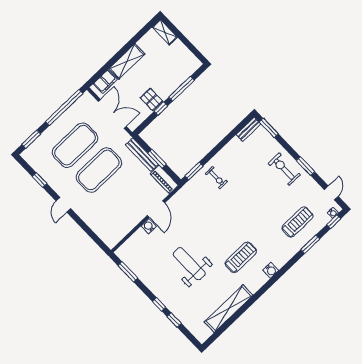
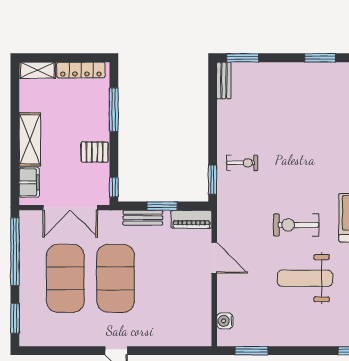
locker: (186, 54) -> (81, 70), added
window: (161, 109) -> (114, 187), moved
double door: (112, 114) -> (70, 208), swing flipped
bench: (142, 155) -> (143, 218), width x0.73
exercise bike: (284, 169) -> (296, 225), moved
window: (40, 180) -> (66, 351), removed
water cooler: (149, 226) -> (225, 321), moved
window: (159, 304) -> (317, 351), removed

